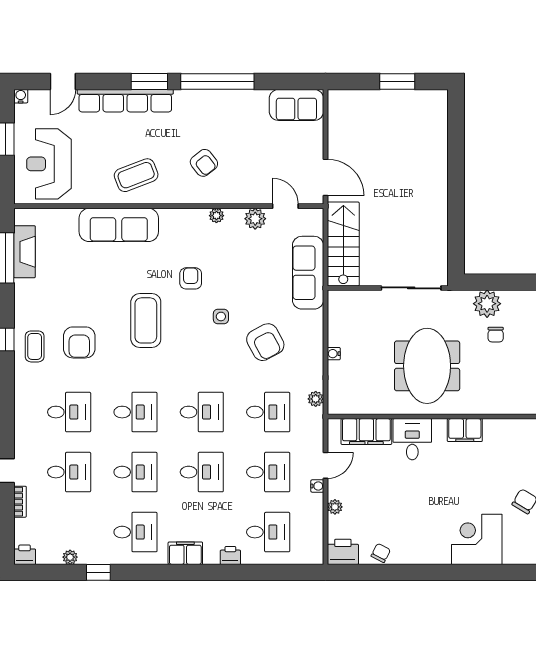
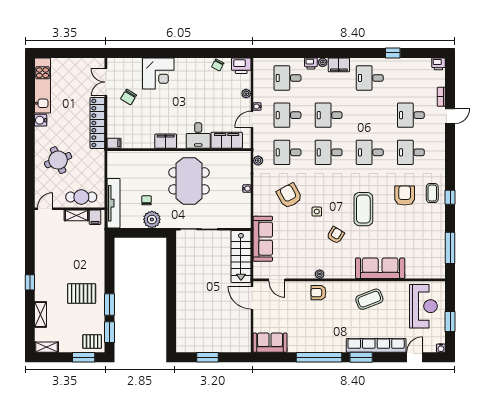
armchair: (204, 163) -> (318, 293), moved, turned -52
plant: (255, 219) -> (296, 272), removed
fireplace: (24, 252) -> (439, 252), removed
armchair: (191, 278) -> (336, 235), turned -149
desk: (135, 472) -> (370, 115), removed
plant: (70, 557) -> (323, 62), moved

